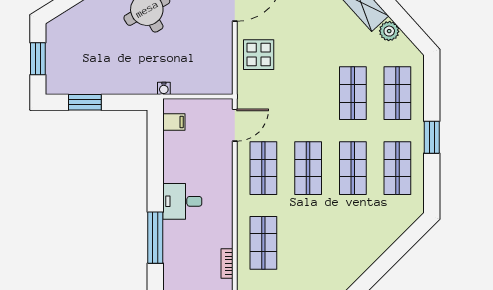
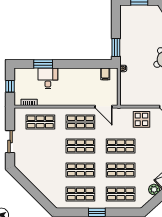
shop shelf: (308, 93) -> (121, 146), added
window: (85, 102) -> (116, 47), moved
desk: (182, 201) -> (48, 78), moved
window: (155, 238) -> (43, 64), width x0.69

